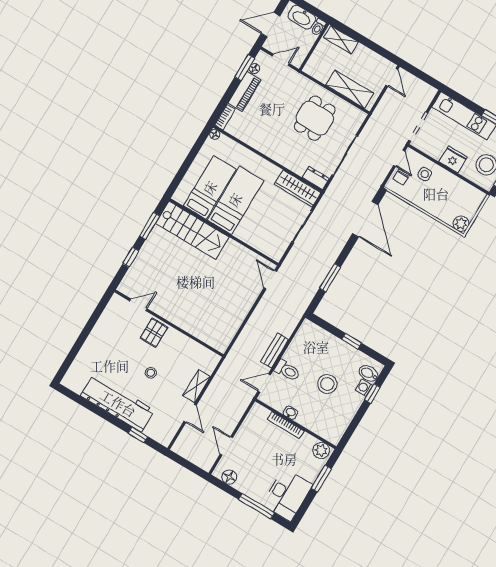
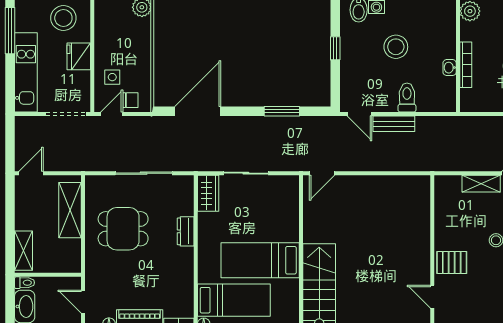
dresser: (316, 178) -> (186, 231), moved
bed: (210, 188) -> (234, 300), moved, turned 180
wardrobe: (298, 188) -> (208, 193), width x0.67
door: (264, 383) -> (359, 114), moved

